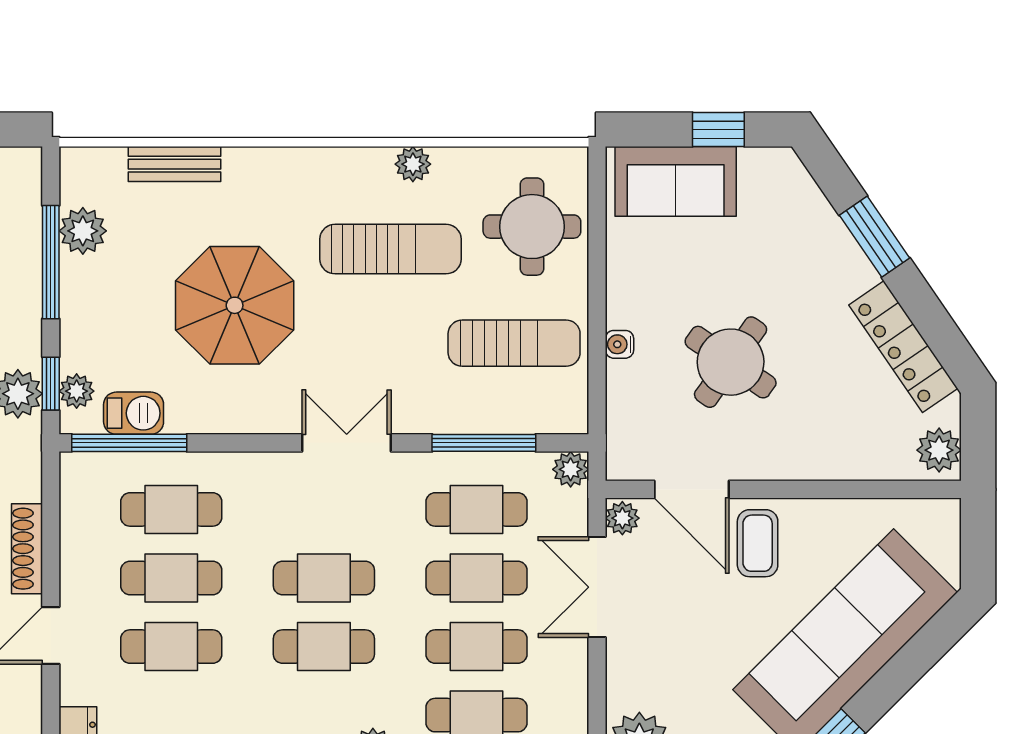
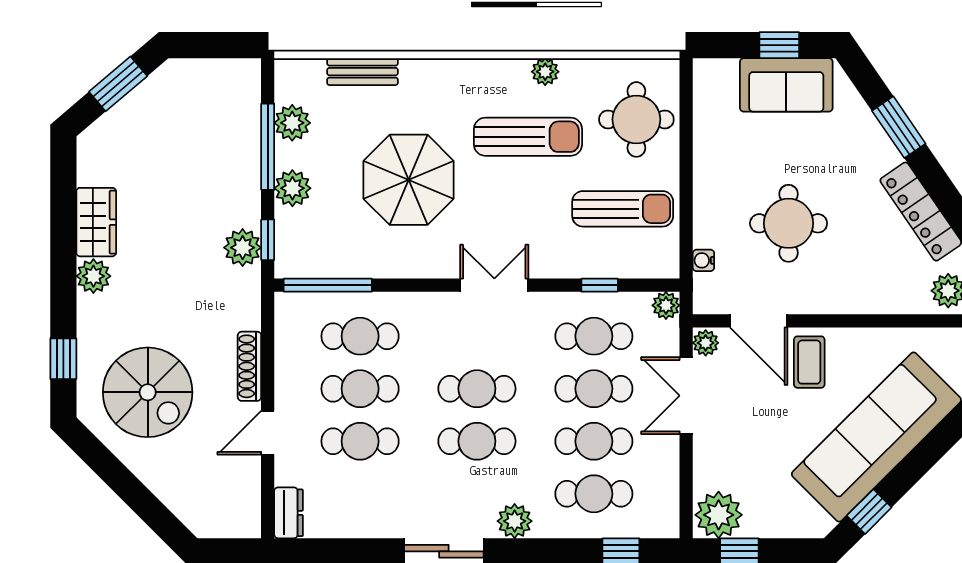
sofa: (676, 181) -> (786, 85), moved
water cooler: (620, 344) -> (703, 260), moved
round table: (731, 362) -> (789, 223), turned -35
plant: (77, 391) -> (292, 188), moved, width x1.38, depth x1.38
barbecue: (134, 413) -> (331, 262), removed
window: (484, 443) -> (600, 285), width x0.46

